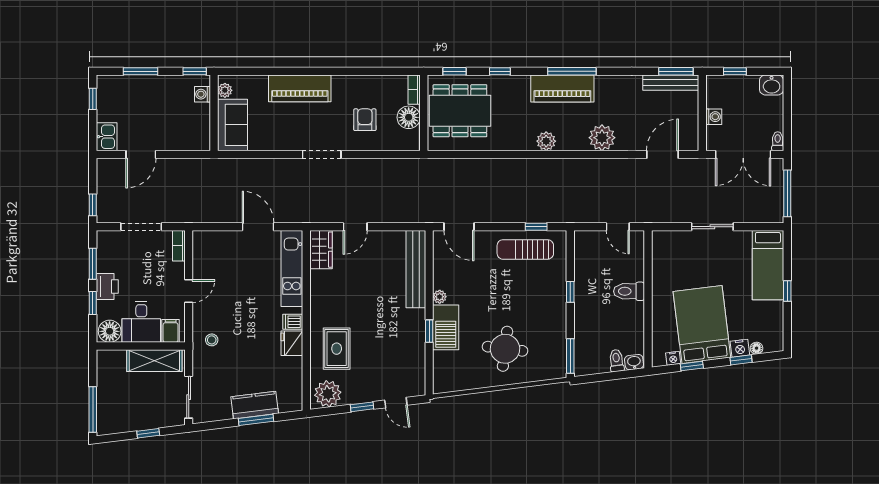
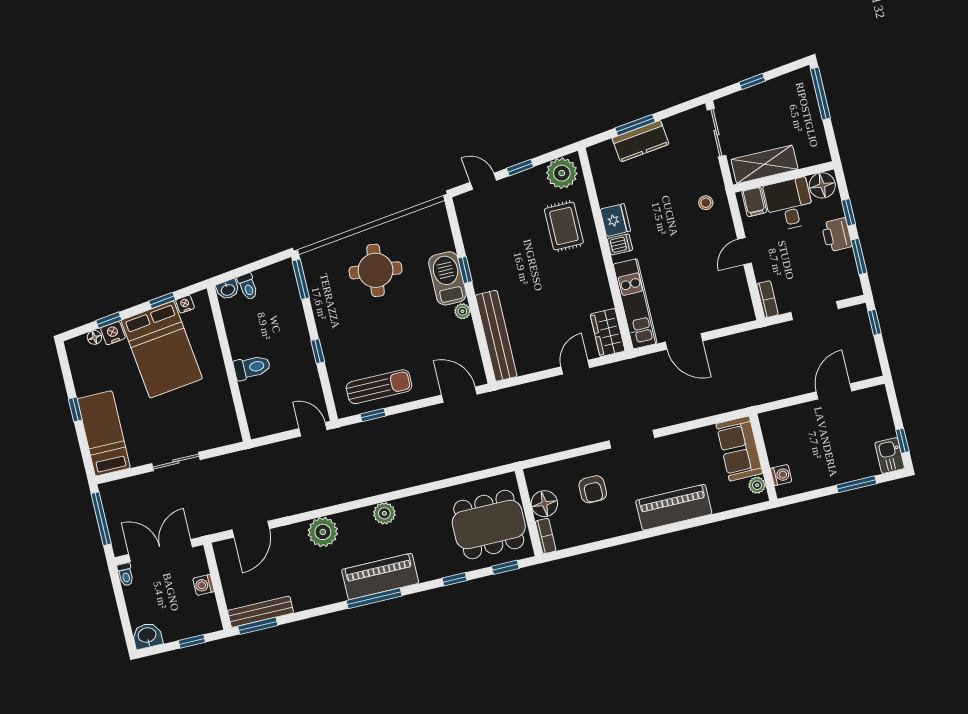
window: (195, 71) -> (796, 499), removed
kitchen sink: (107, 137) -> (890, 456), moved
door: (618, 227) -> (313, 429), moved

